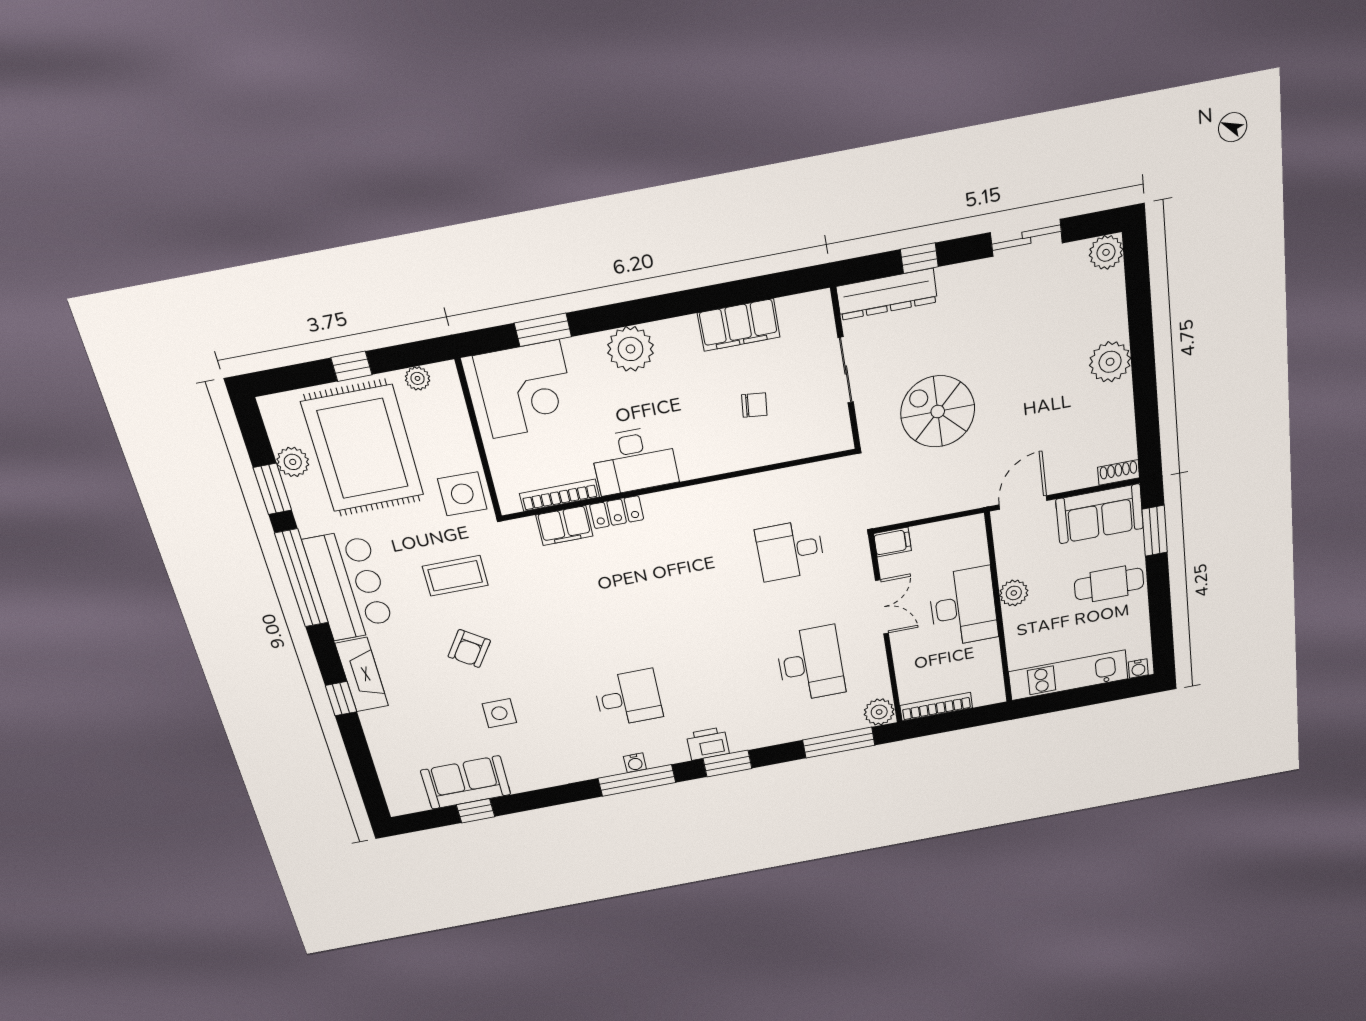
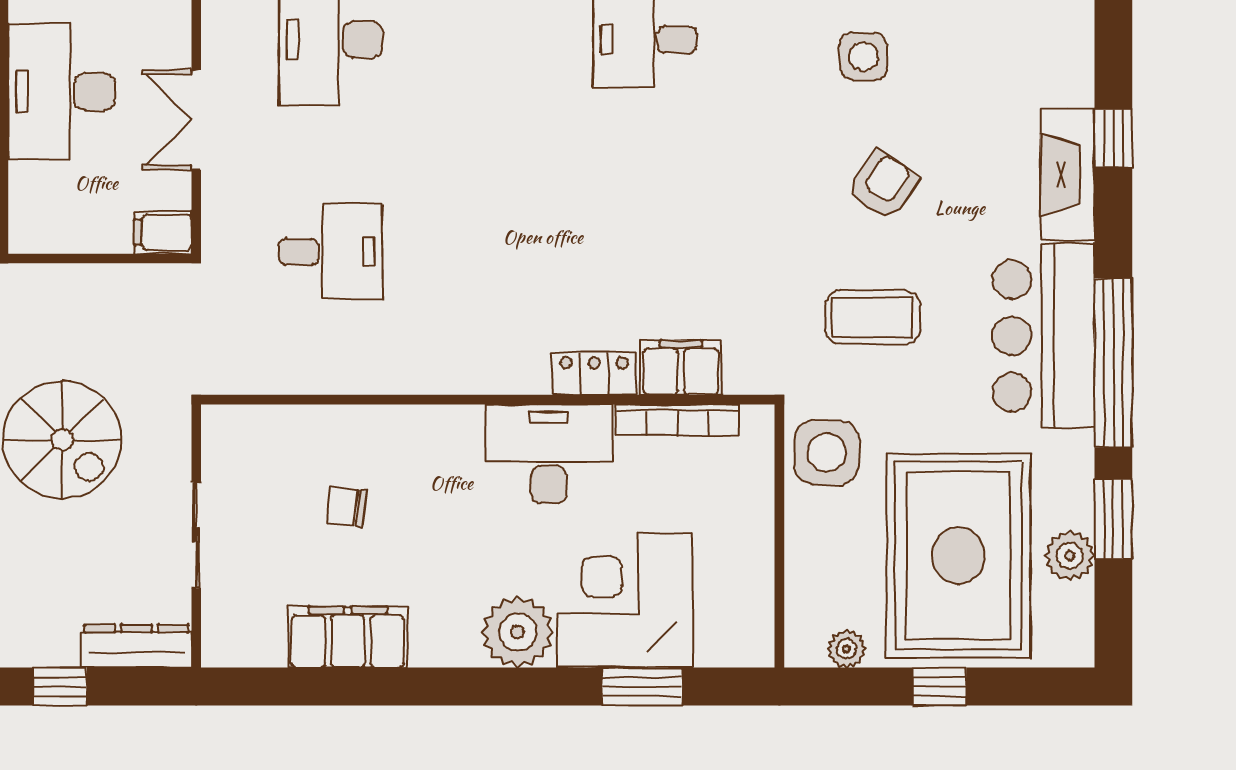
dresser: (887, 294) -> (136, 646), width x0.73, depth x0.80
corner desk: (526, 389) -> (625, 600), moved

